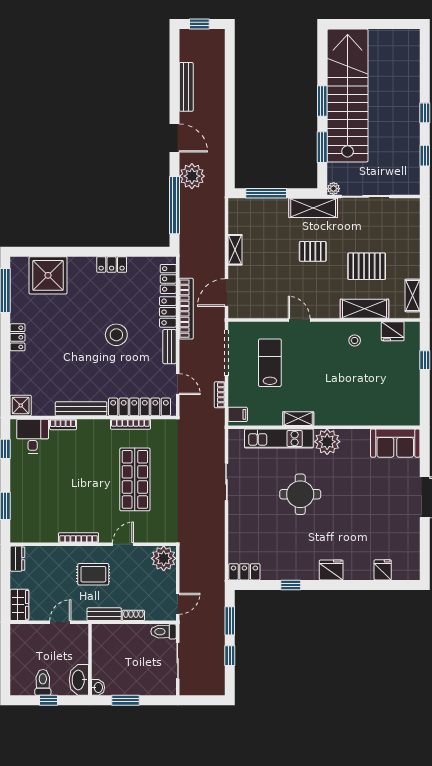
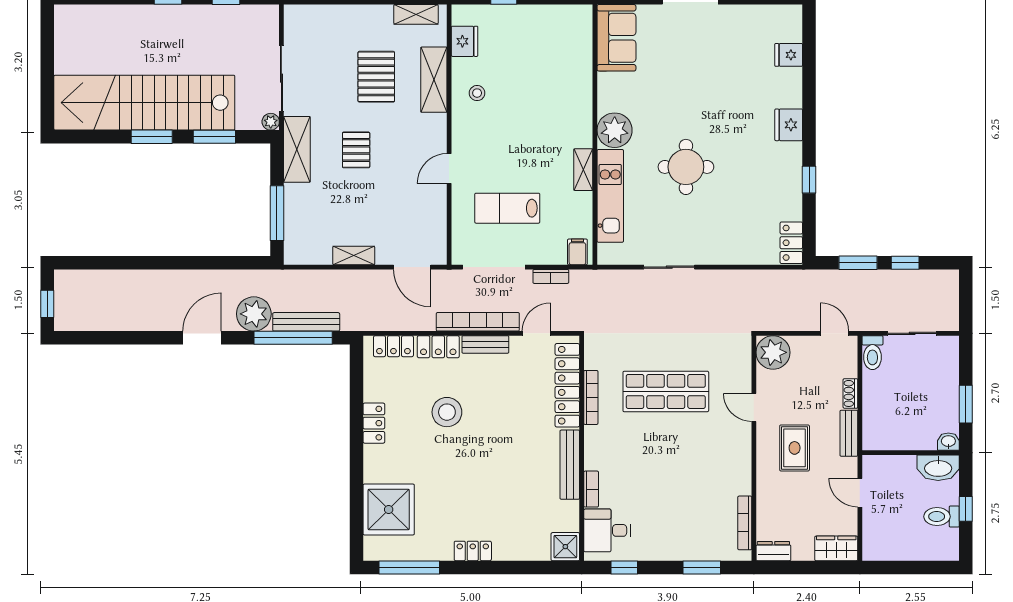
bench: (186, 87) -> (306, 322), moved
bookcase: (186, 309) -> (478, 322), moved
stool: (116, 335) -> (447, 412), moved
bookcase: (79, 538) -> (745, 523), moved

